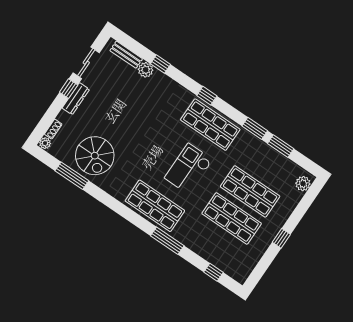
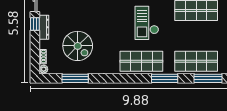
spiral stairs: (95, 156) -> (78, 46), moved
shop shelf: (232, 218) -> (196, 61), moved
window: (214, 272) -> (208, 78), width x2.17

